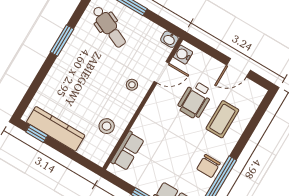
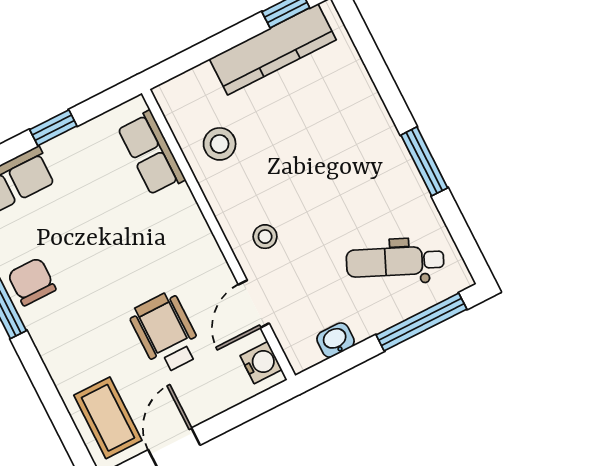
washbasin: (169, 39) -> (335, 340), moved
coffee table: (222, 119) -> (108, 418), moved

